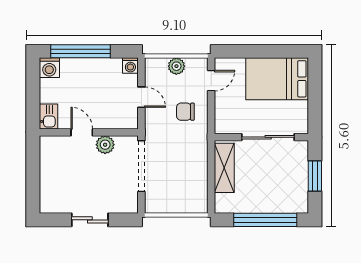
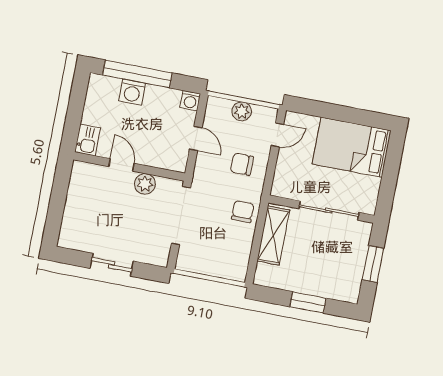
washing machine: (49, 68) -> (132, 92), moved
chair: (194, 152) -> (243, 212), added
window: (265, 220) -> (308, 302), width x0.47

